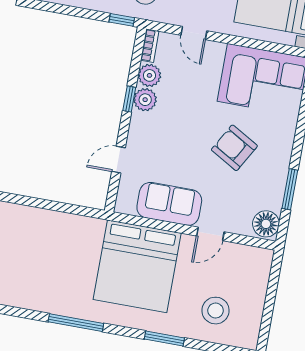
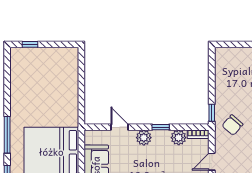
plant: (145, 100) -> (144, 138), moved
window: (76, 323) -> (7, 135), moved

